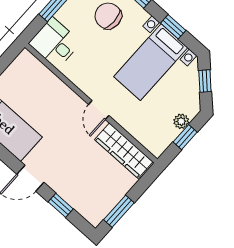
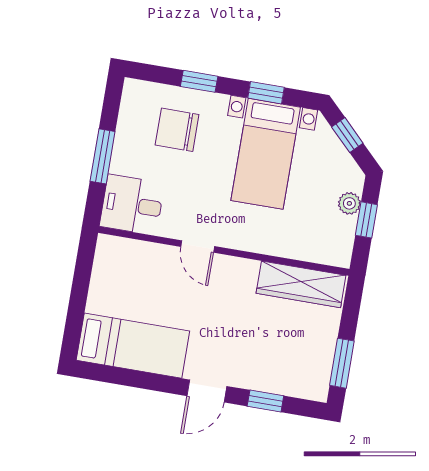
door: (99, 110) -> (198, 246), moved

